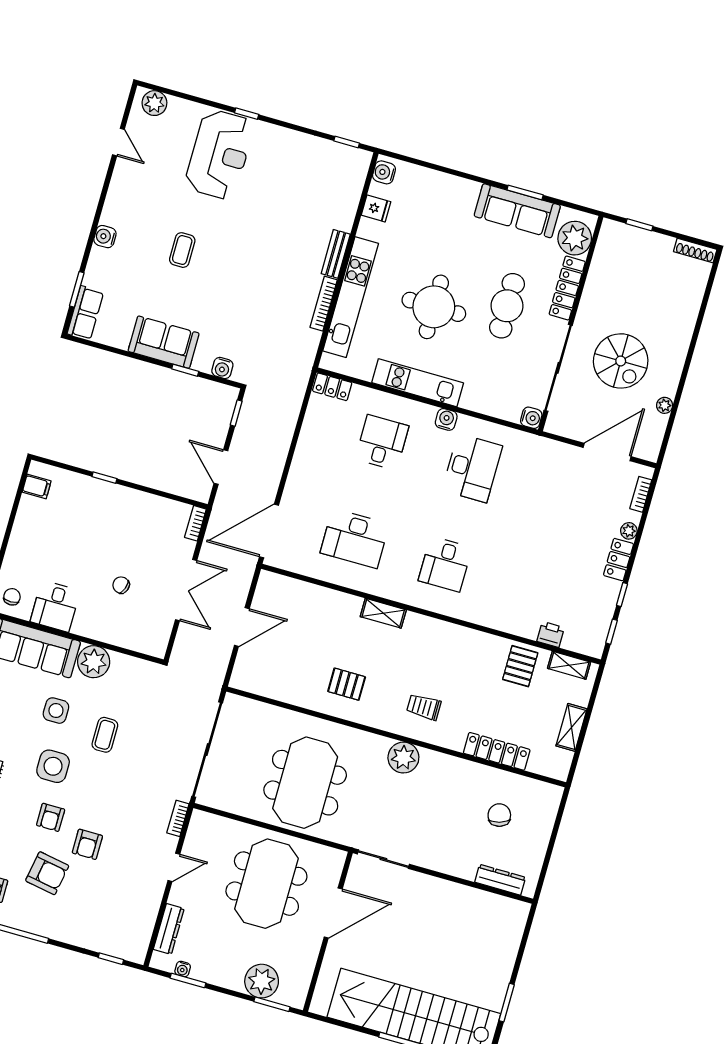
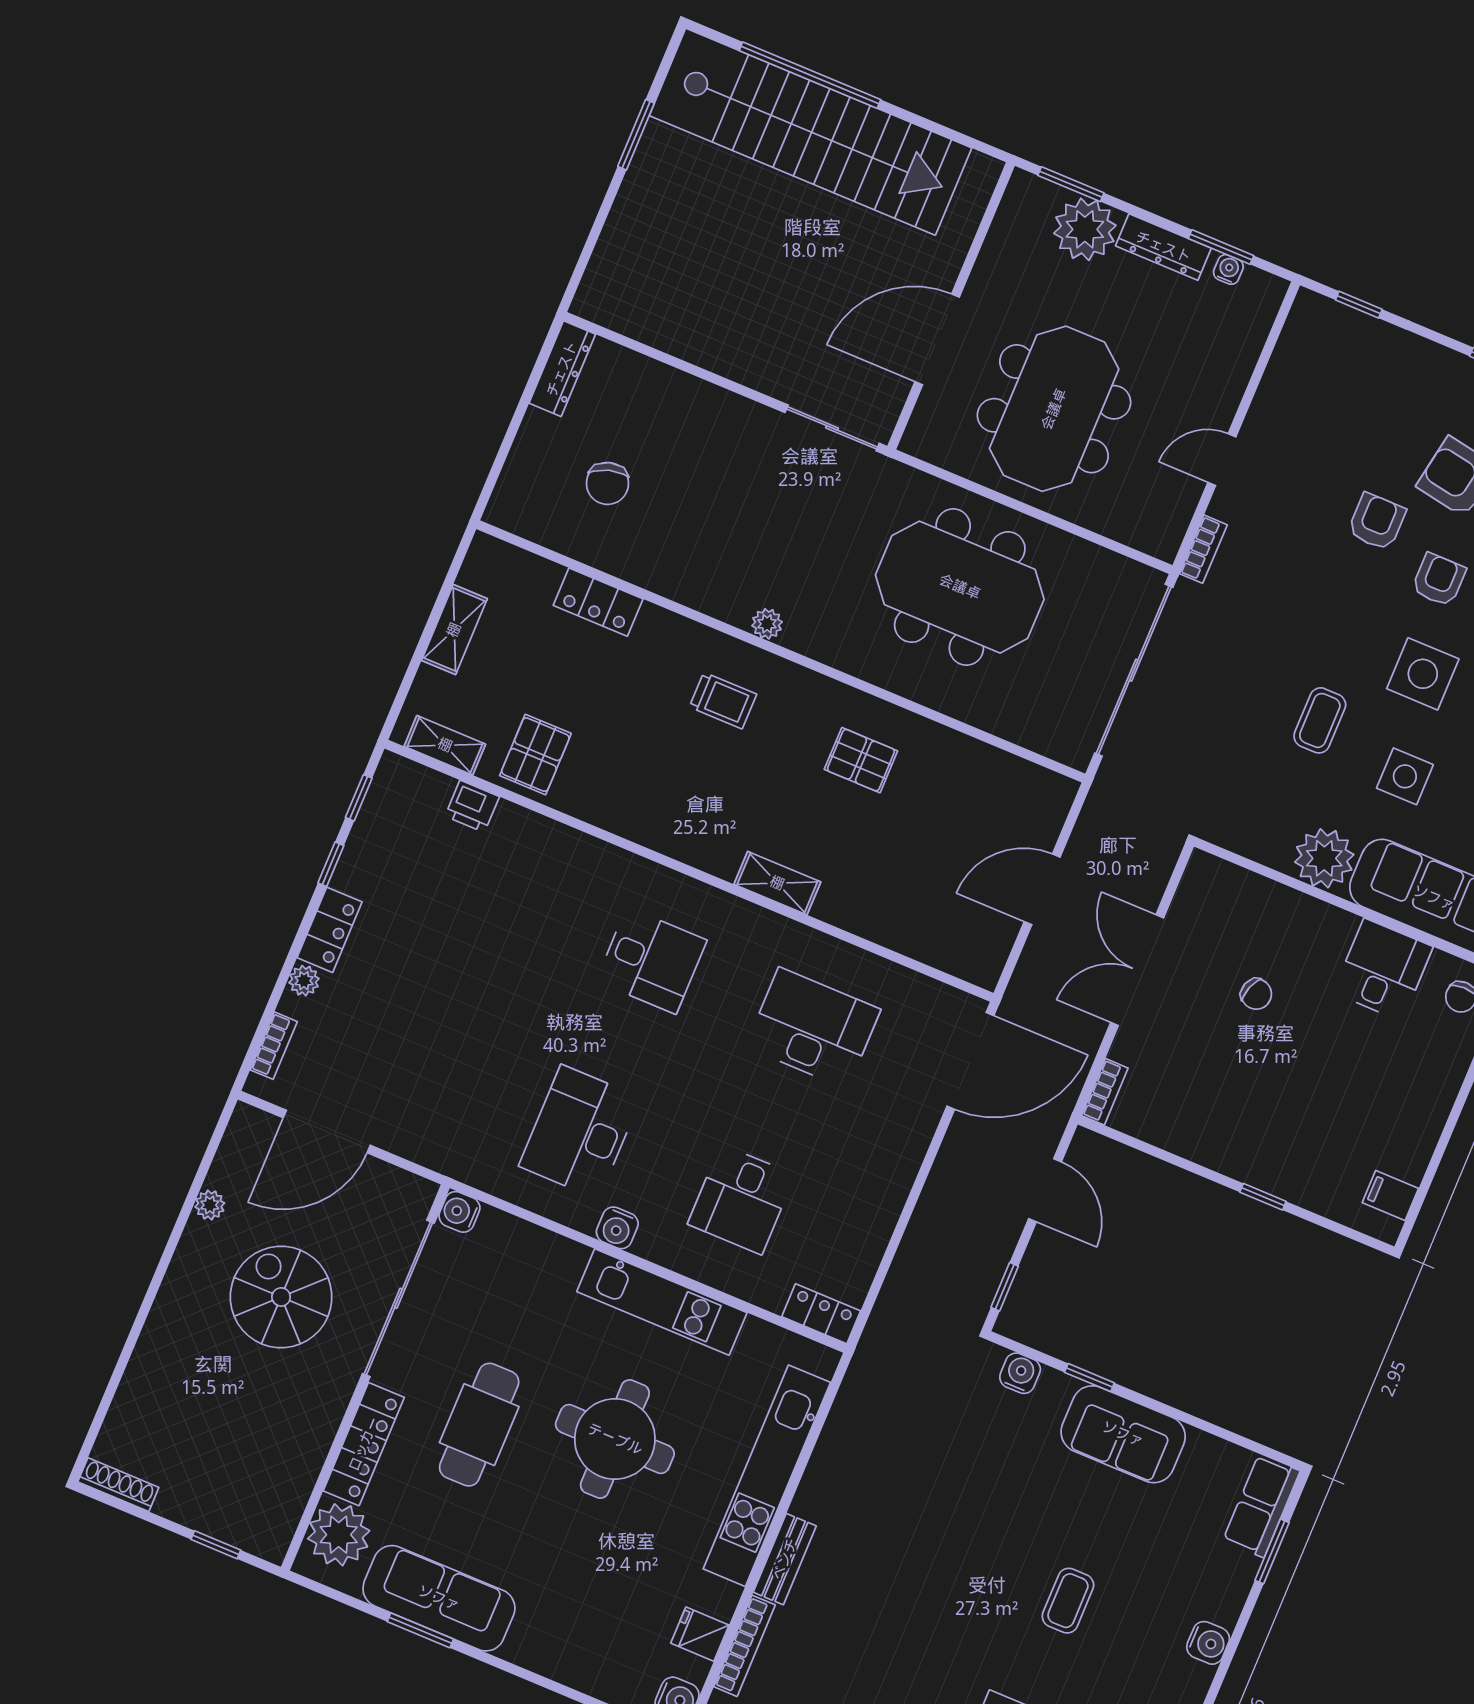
bookcase: (324, 304) -> (745, 1646), moved
desk: (445, 564) -> (651, 960), turned 90
locker: (497, 751) -> (598, 602), width x0.66
plant: (403, 758) -> (767, 624), width x0.53, depth x0.53
meeting table: (305, 783) -> (960, 587), turned 90
dresser: (500, 880) -> (562, 369), moved, turned -90
dresser: (169, 929) -> (1163, 247), moved, turned -90

